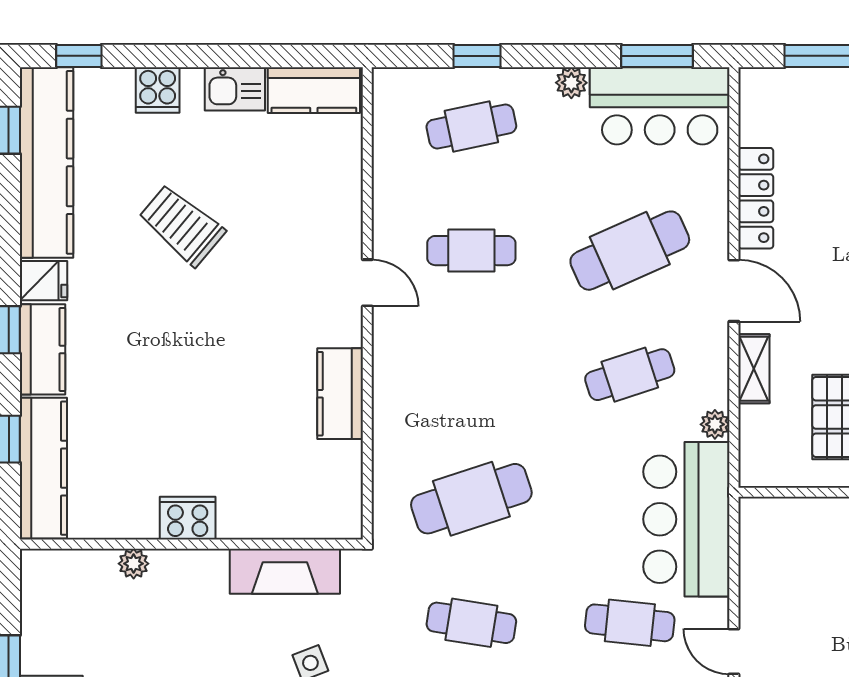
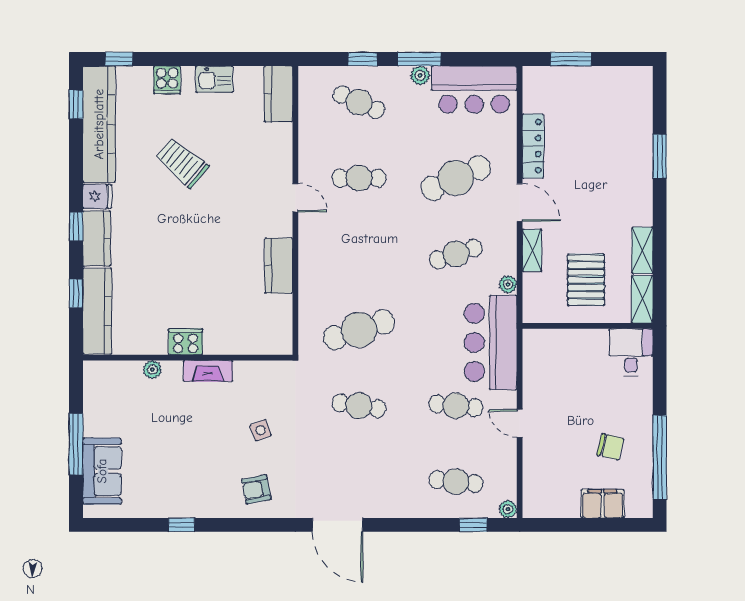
window: (657, 56) -> (419, 59), moved
kitchen counter: (314, 90) -> (279, 94), moved, turned 90
cafe table: (471, 126) -> (359, 102), turned 36
fireplace: (285, 571) -> (208, 371), moved, width x0.73, depth x0.76

